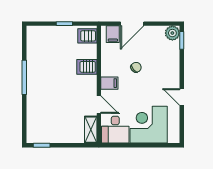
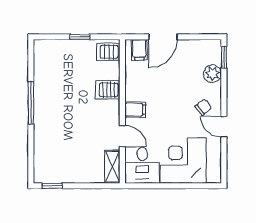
plant: (172, 33) -> (212, 74), moved
chair: (136, 67) -> (203, 107), moved

